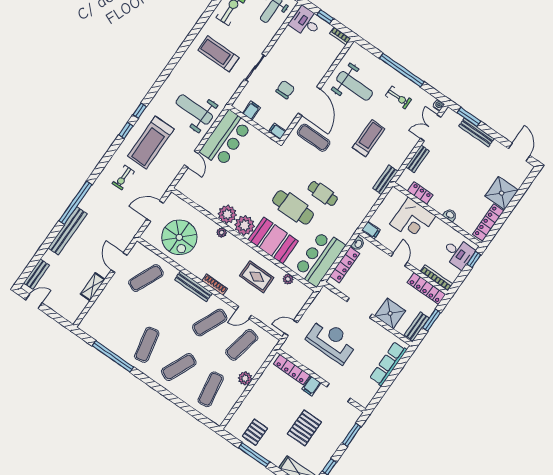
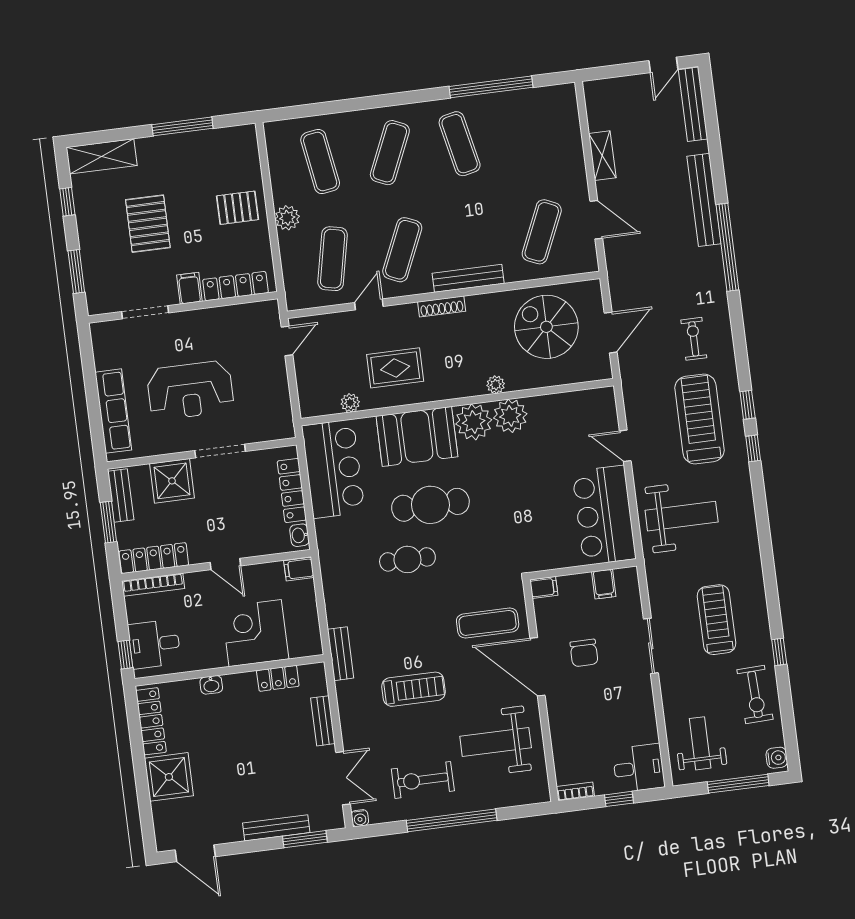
window: (205, 17) -> (779, 652), added
treadmill: (218, 54) -> (717, 620), turned -90
exercise bike: (399, 97) -> (423, 780), width x1.38, depth x1.39
treadmill: (369, 138) -> (414, 689), turned -90
bench: (36, 274) -> (693, 104), width x1.36
reception desk: (332, 341) -> (190, 390), moved
pallet: (255, 432) -> (238, 208), moved, turned 90

